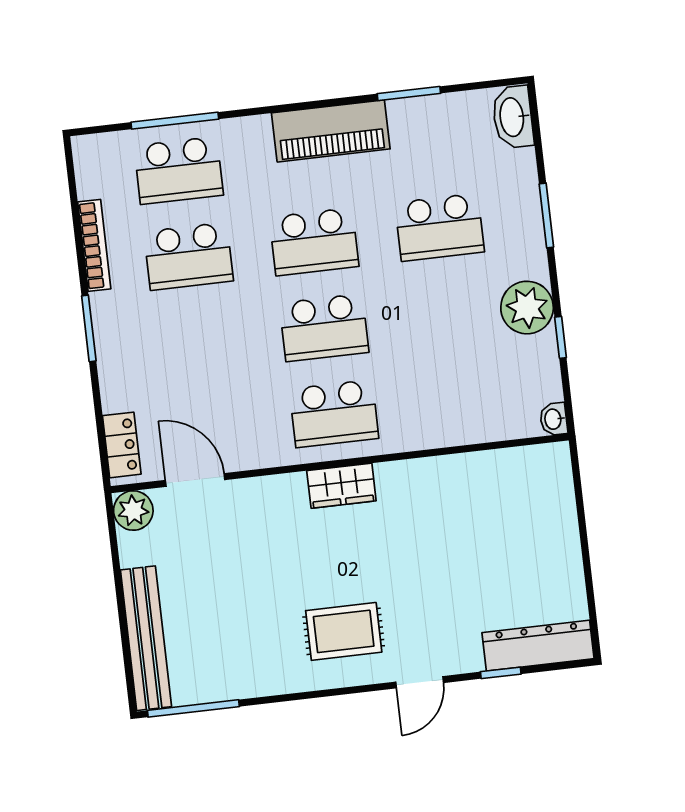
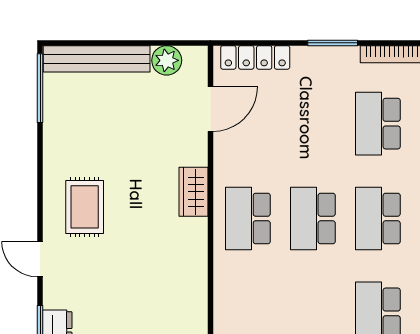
locker: (122, 445) -> (255, 57), width x1.53
wardrobe: (341, 486) -> (193, 192), moved
plant: (133, 511) -> (167, 60), moved

